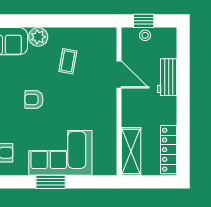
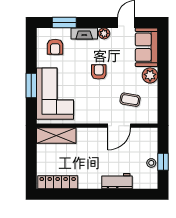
door: (119, 75) -> (119, 126), moved
wall: (119, 101) -> (97, 126), moved
shelving: (131, 151) -> (56, 136), moved

